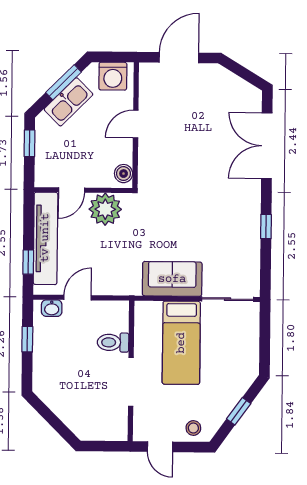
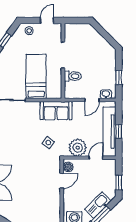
door: (136, 124) -> (62, 181), moved
side table: (160, 219) -> (48, 143), added
window: (28, 262) -> (119, 131), moved
sofa: (172, 279) -> (56, 111), moved
door: (160, 447) -> (47, 20), hinge flipped

